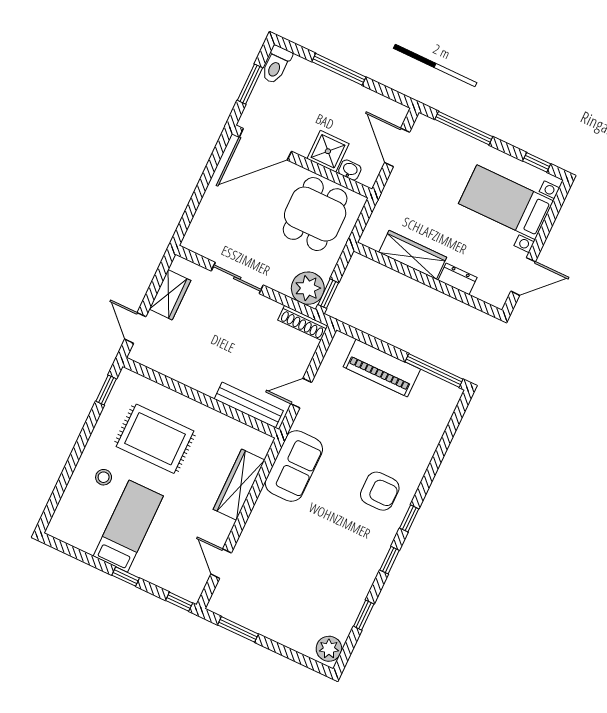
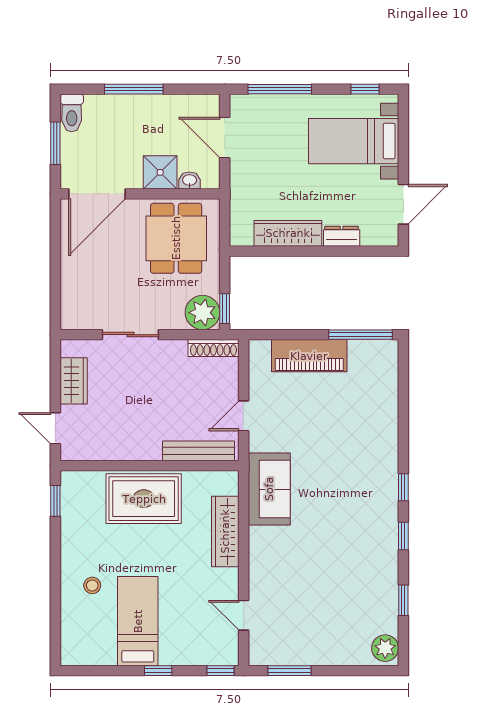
rug: (155, 439) -> (144, 499), moved
armchair: (380, 491) -> (363, 474), removed

